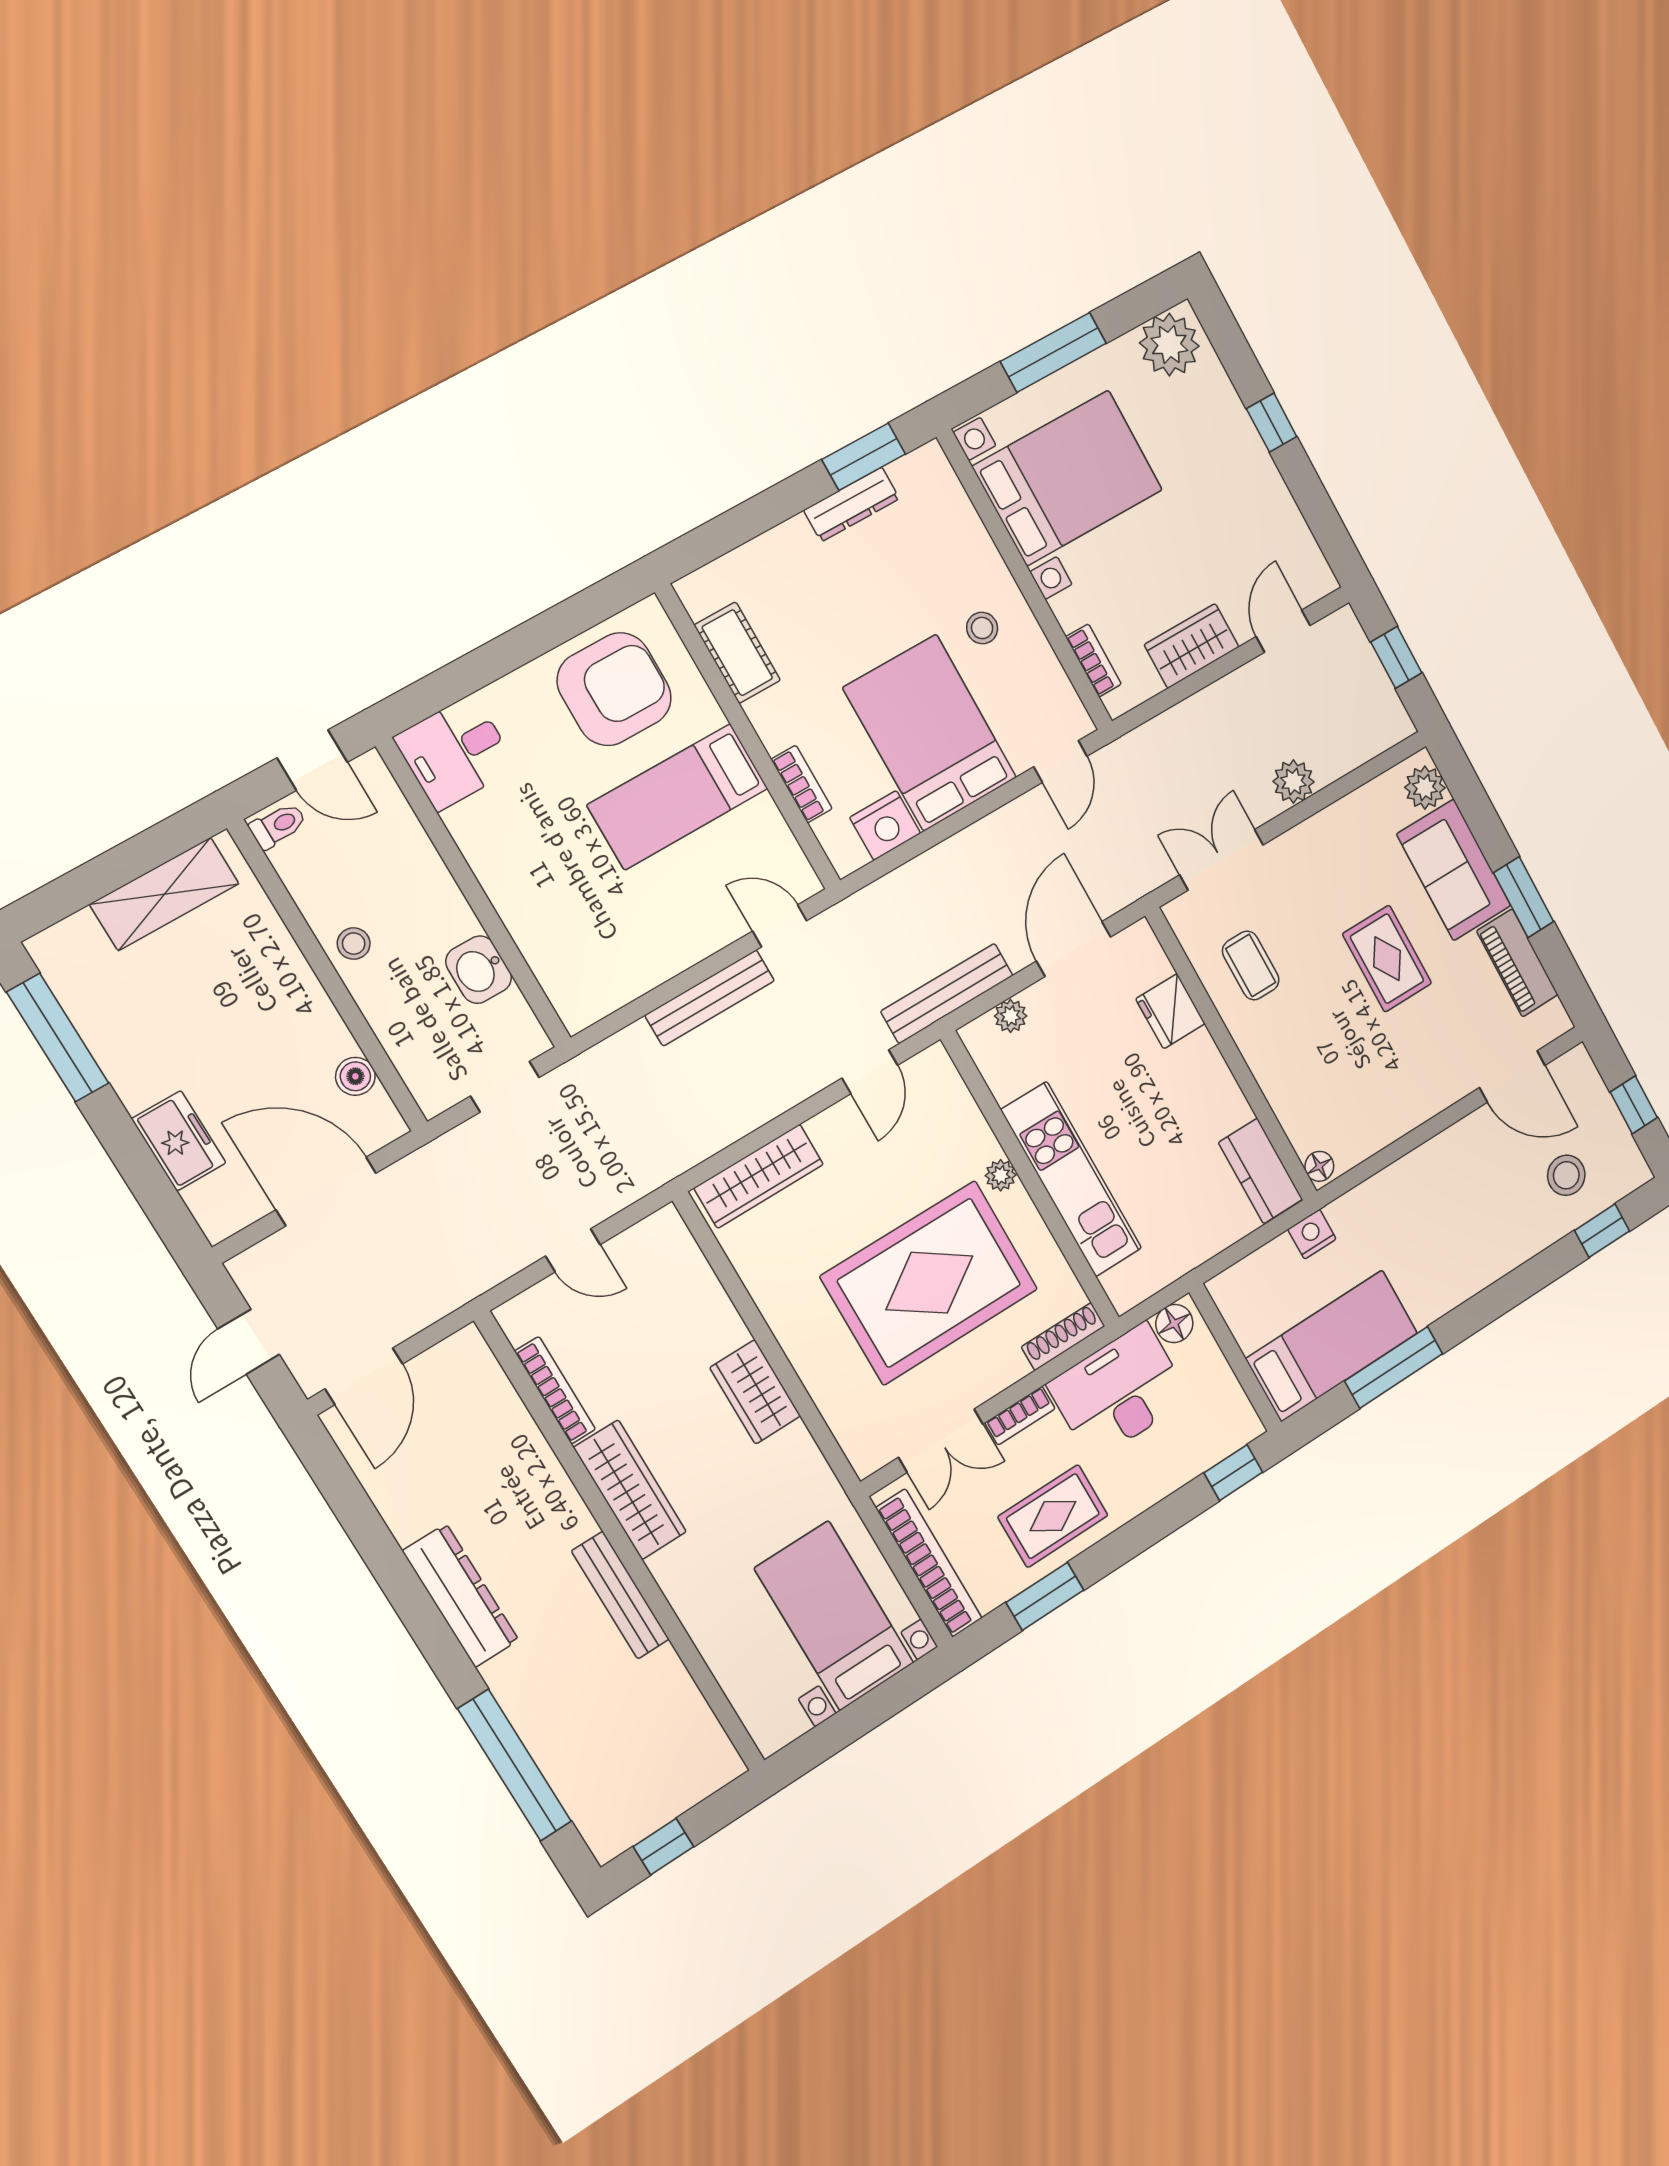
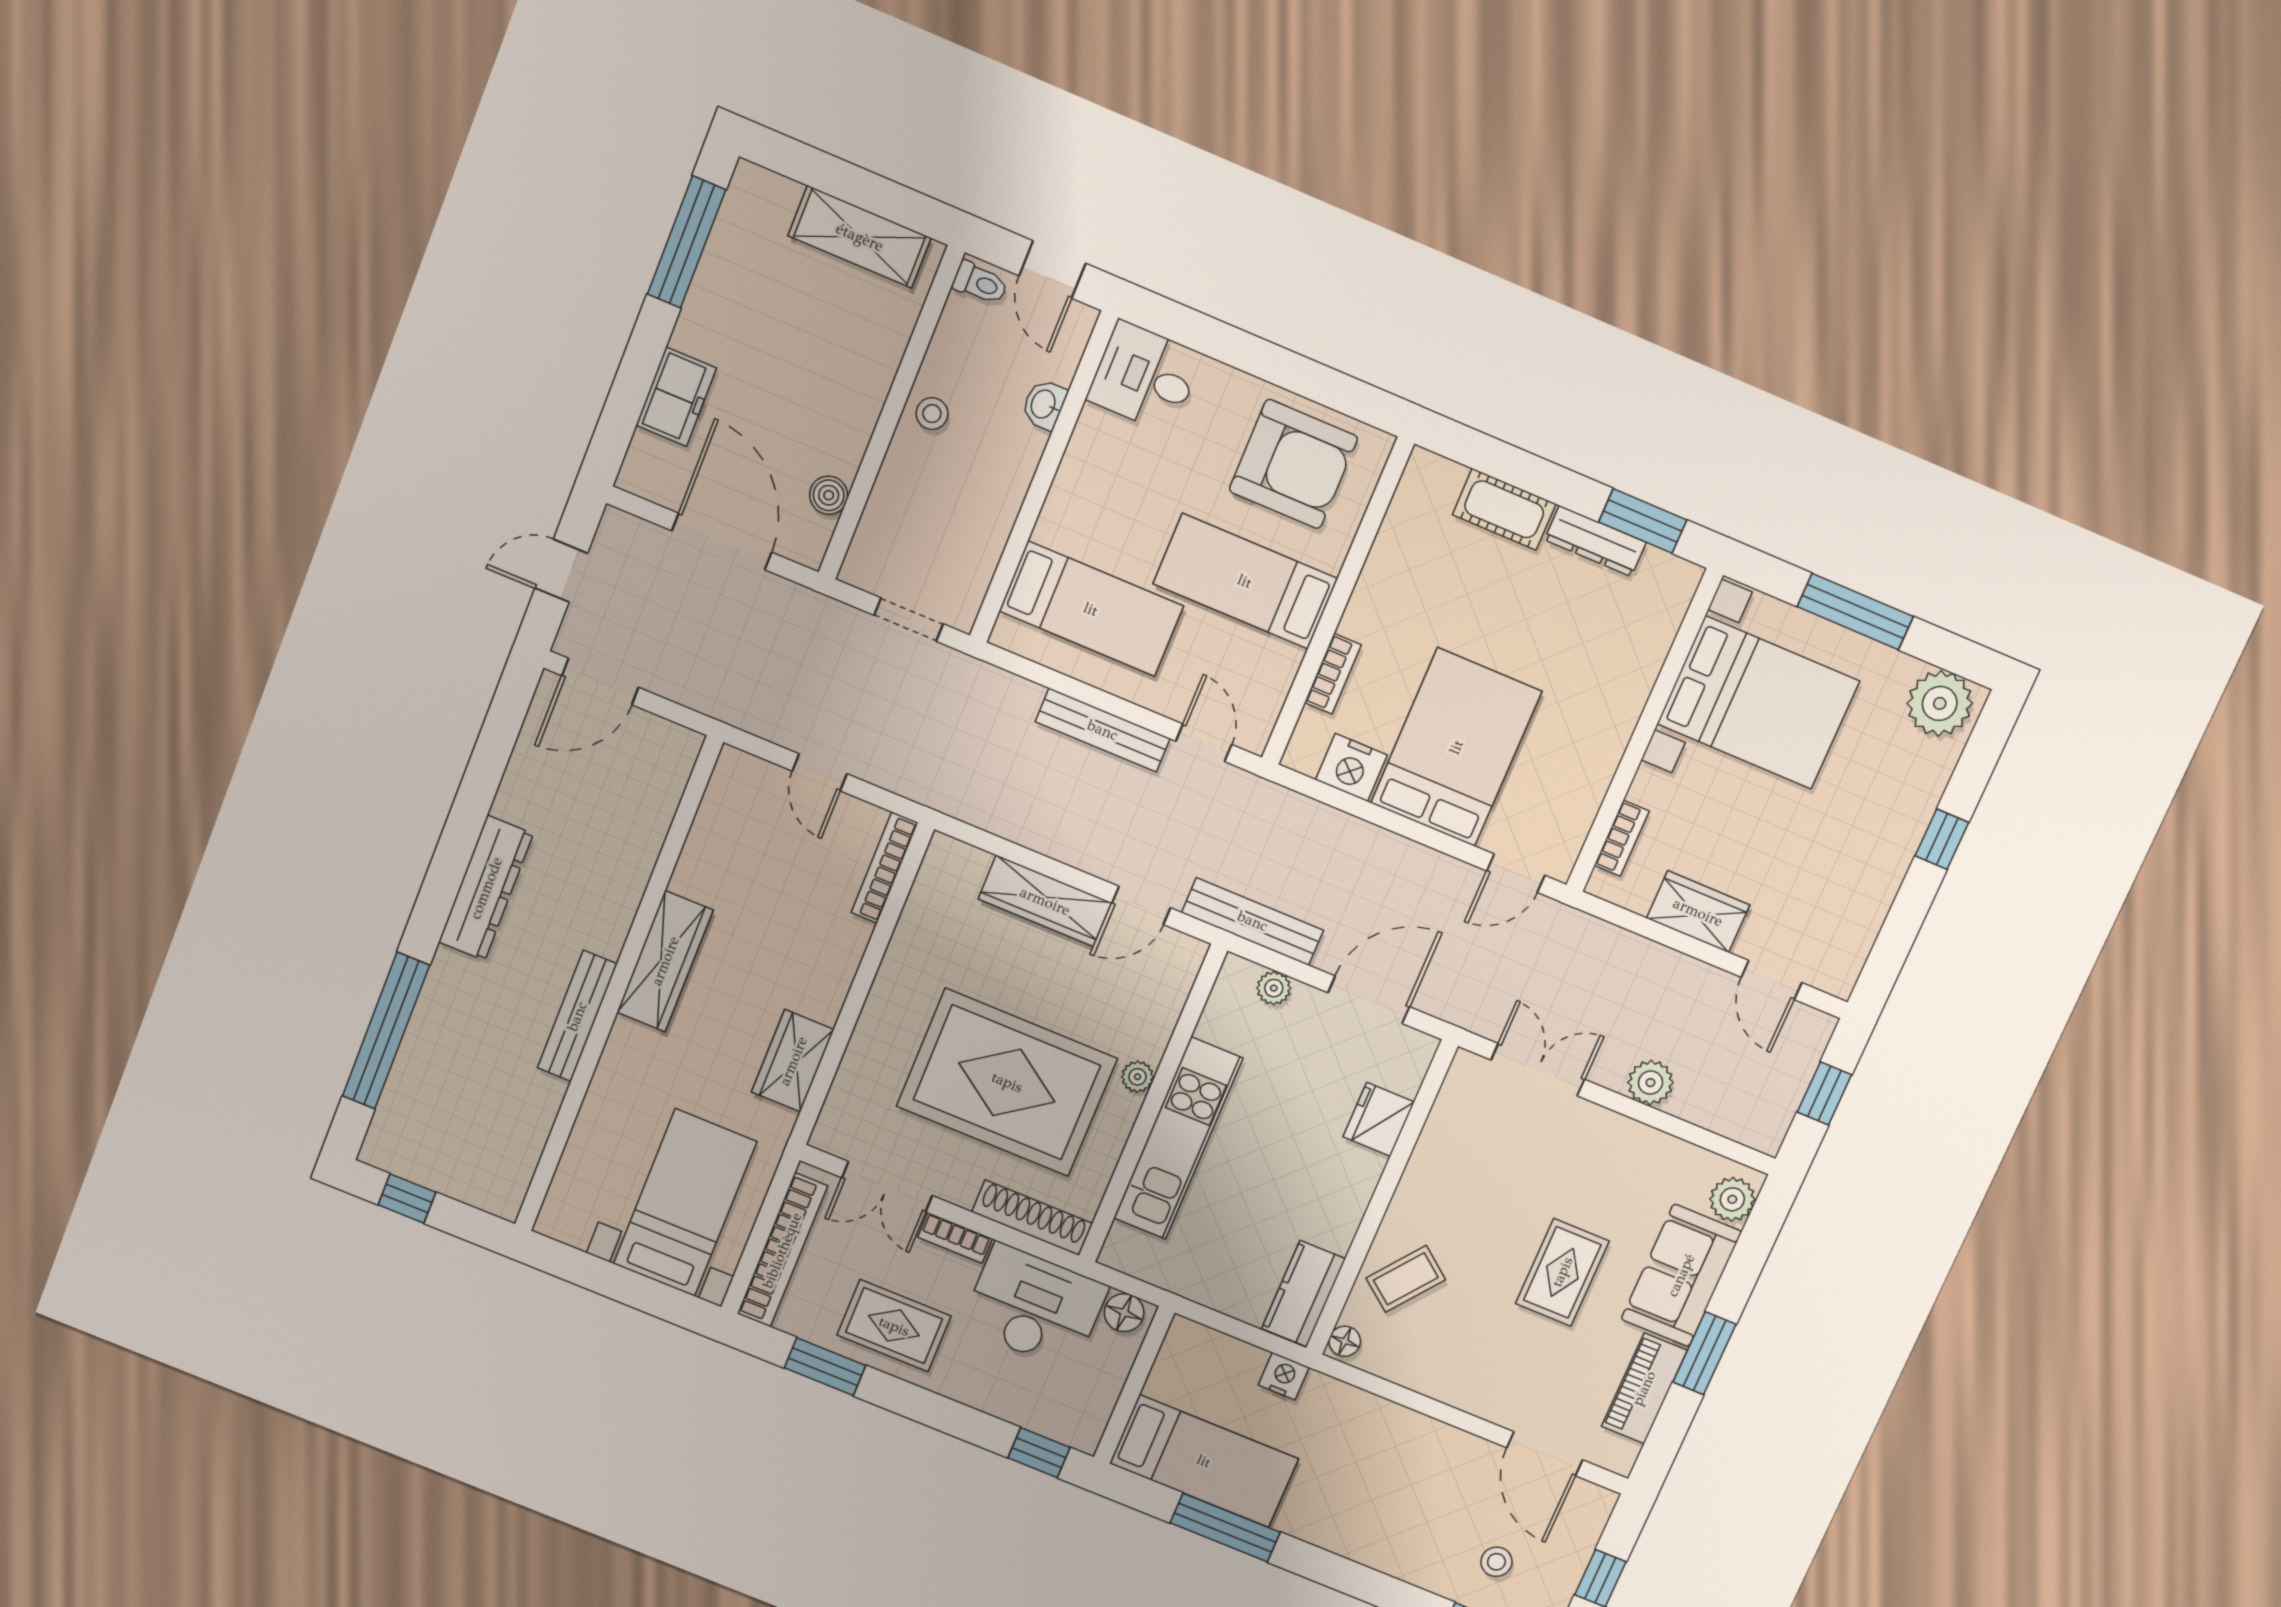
stool: (982, 628) -> (1577, 725), removed
door: (1283, 631) -> (1771, 980), swing flipped
cot: (737, 653) -> (1504, 509), moved, turned 90
bed: (607, 934) -> (1091, 609), added
coffee table: (1251, 965) -> (1406, 1279), moved, turned 38
washbasin: (479, 970) -> (1044, 404), moved, width x0.72, depth x0.69
stool: (1566, 1175) -> (1496, 1562), width x0.73, depth x0.73
wardrobe: (759, 1176) -> (1045, 901), moved
shoe rack: (1063, 1336) -> (1032, 1218), width x1.36, depth x1.24
bookcase: (555, 1390) -> (884, 868), moved, turned 180
wardrobe: (755, 1392) -> (793, 1061), moved

